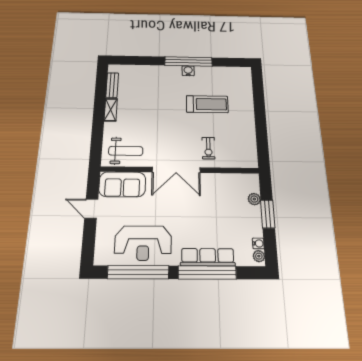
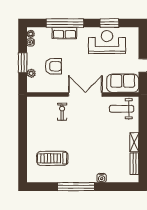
water cooler: (188, 71) -> (102, 178), moved
treadmill: (207, 104) -> (52, 158), moved
armchair: (223, 209) -> (53, 66), added
row of seats: (208, 257) -> (64, 33), width x0.68
window: (138, 272) -> (109, 23), width x0.47

